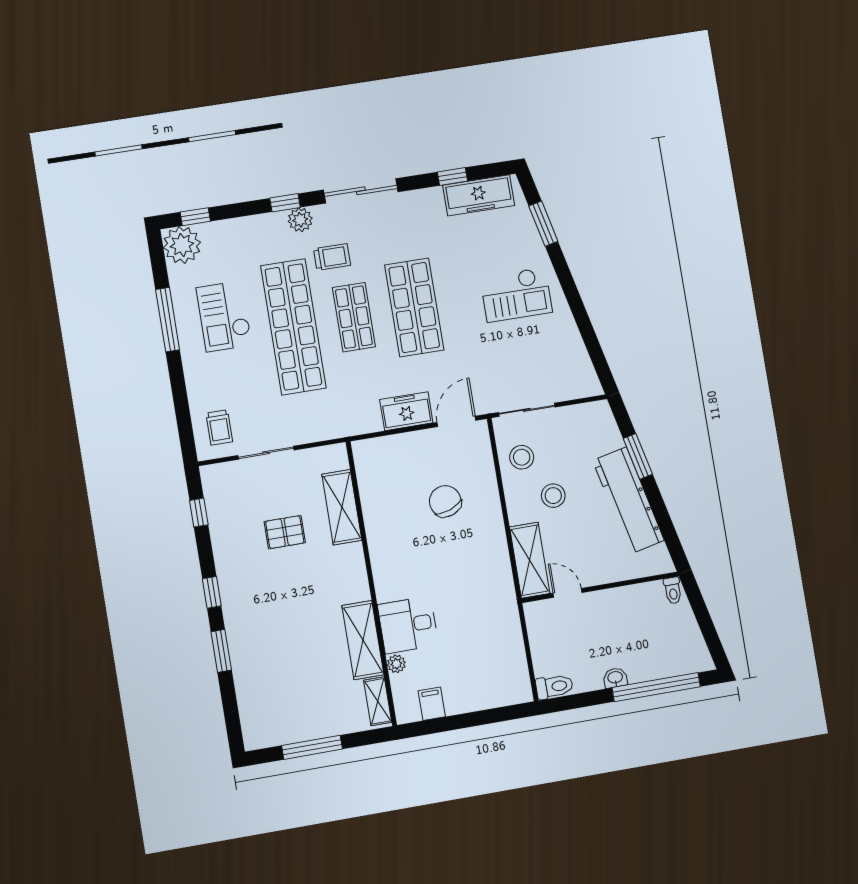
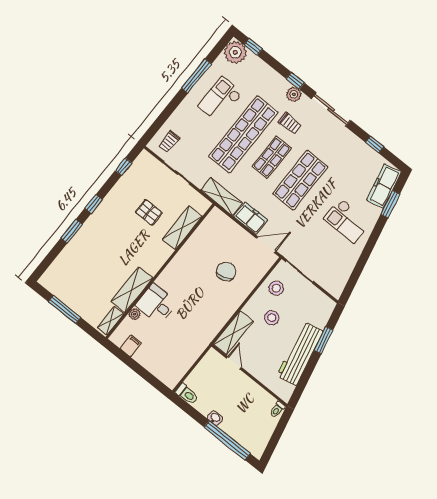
freezer: (479, 195) -> (384, 186), moved, turned 77
shelving: (347, 423) -> (222, 197), added

